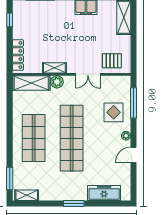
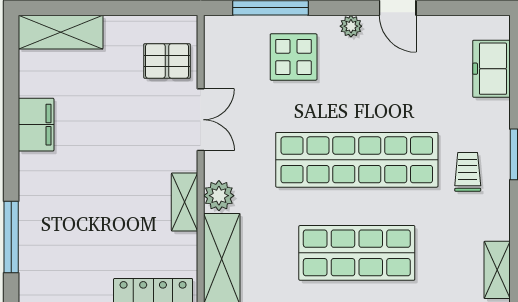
pallet: (112, 61) -> (167, 61), turned 90
trolley: (67, 183) -> (468, 172), added
freezer: (104, 193) -> (491, 69), width x0.71

